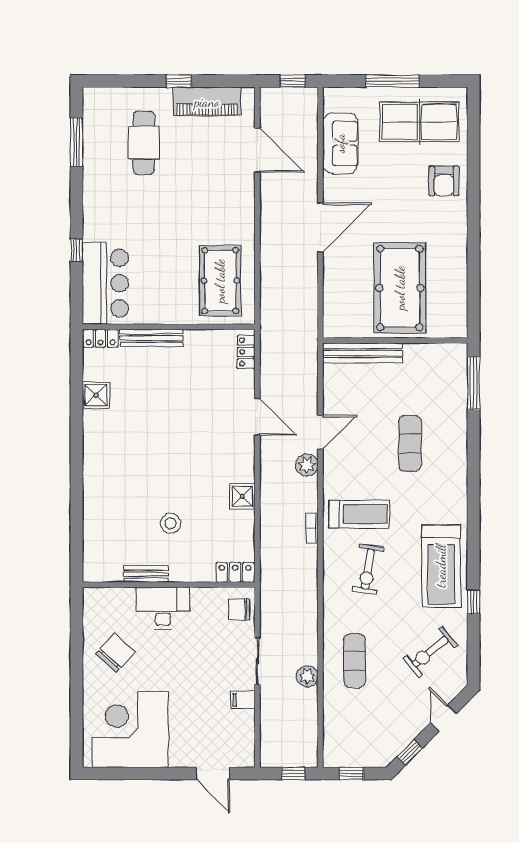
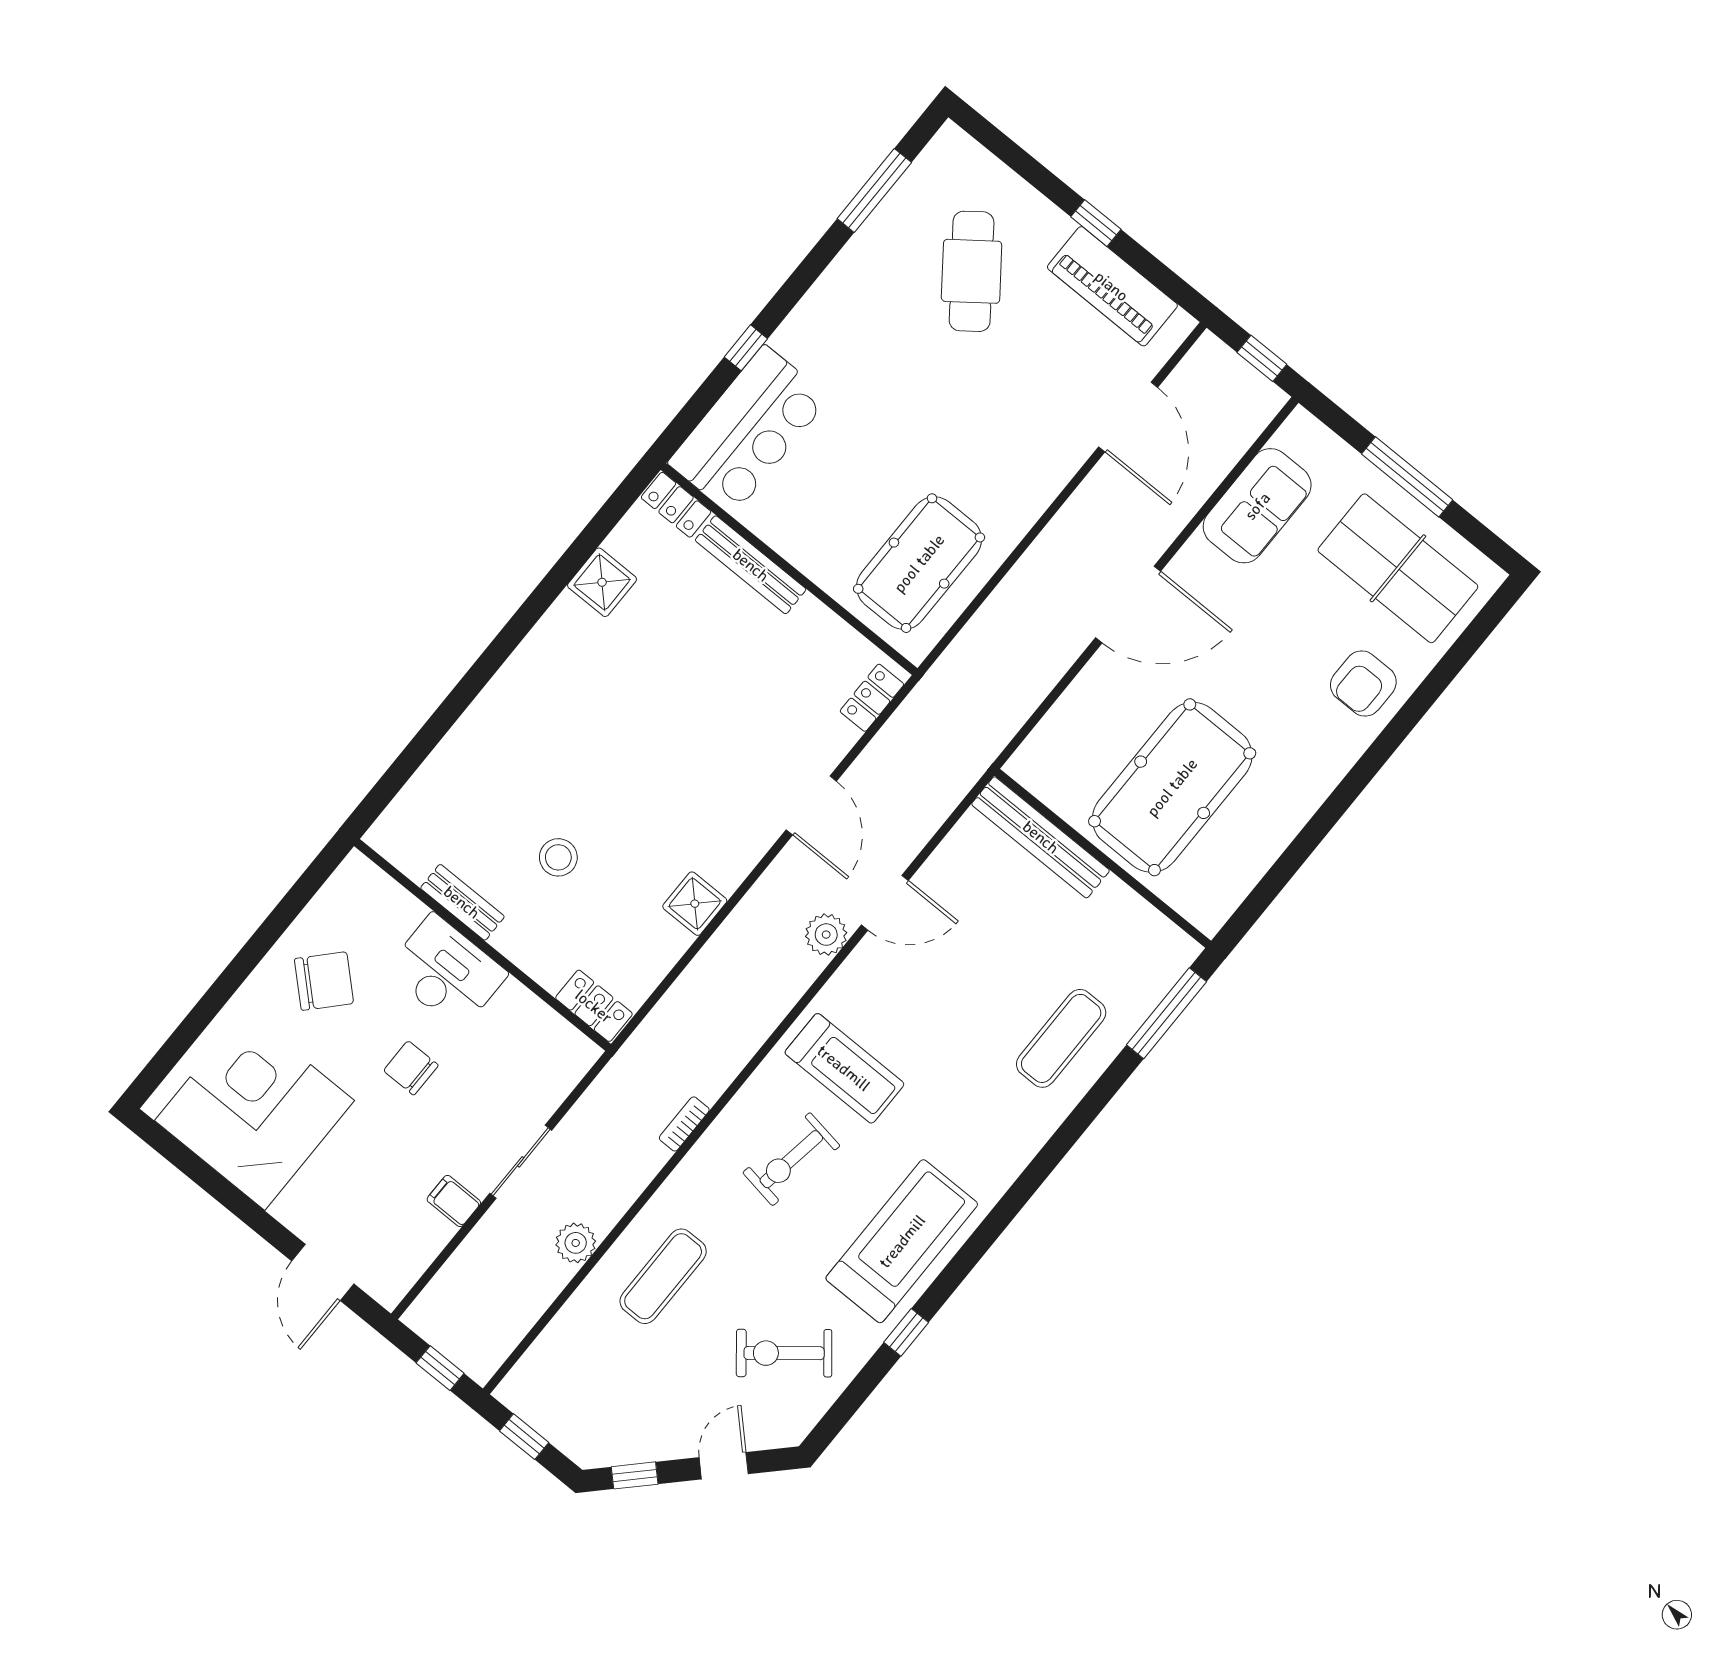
cafe table: (144, 143) -> (972, 271), turned -37
exercise mat: (410, 443) -> (1061, 1038), moved
bookcase: (312, 528) -> (684, 1124), moved
treadmill: (441, 566) -> (902, 1241), turned 180
chair: (239, 610) -> (411, 1068), moved

